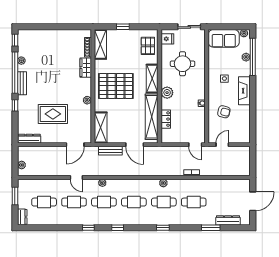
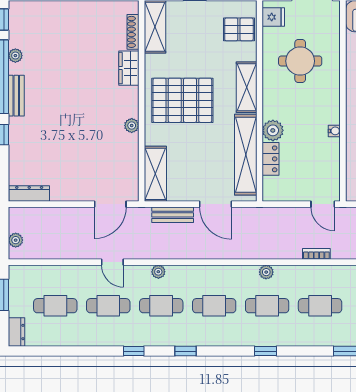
pallet: (148, 46) -> (239, 29), turned 90
plant: (167, 93) -> (273, 130), moved
rug: (53, 114) -> (71, 150), removed

